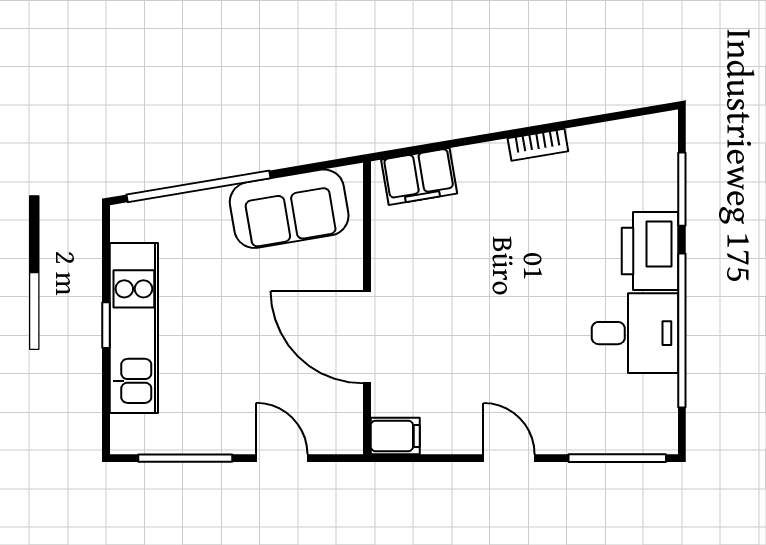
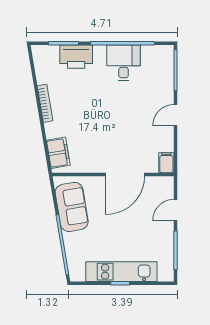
bookcase: (538, 145) -> (45, 103), width x1.56
printer: (650, 251) -> (76, 57), moved

